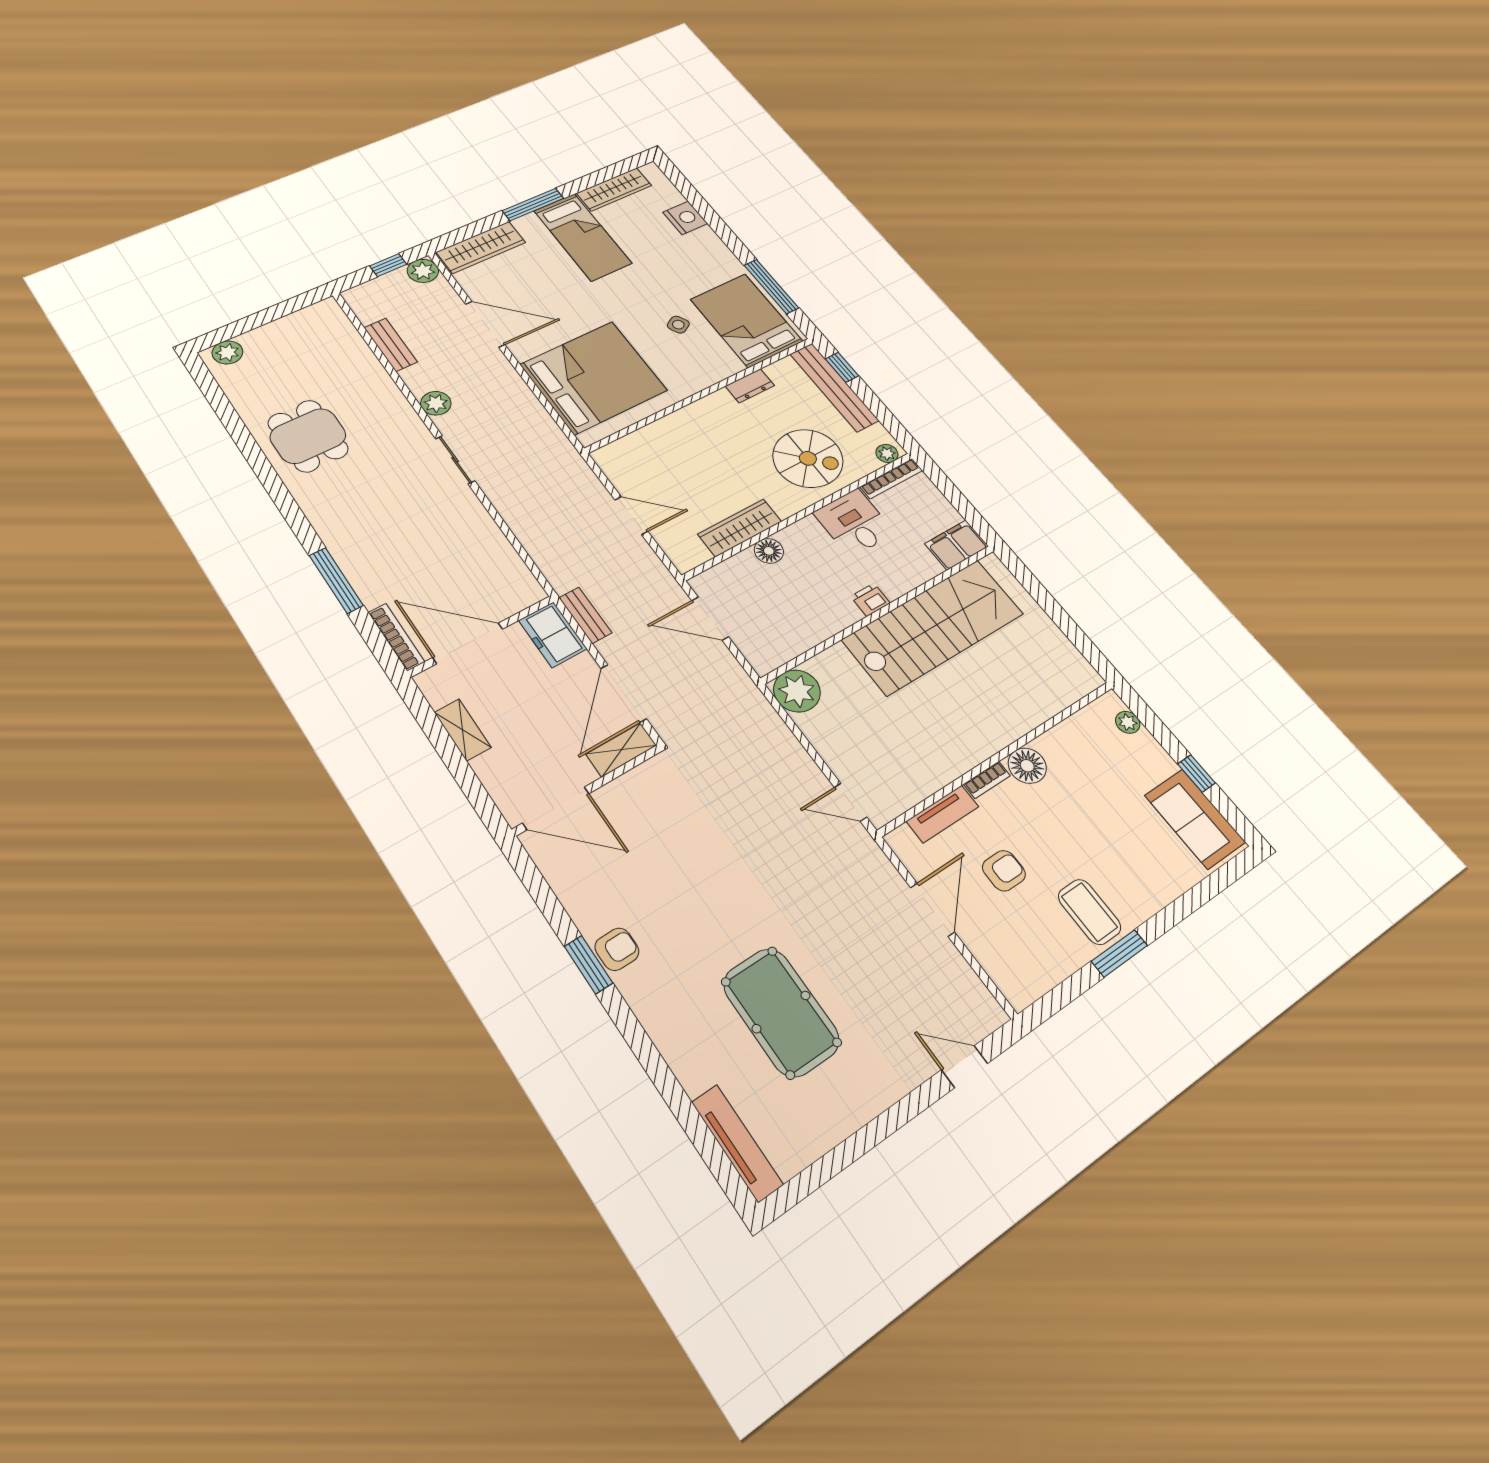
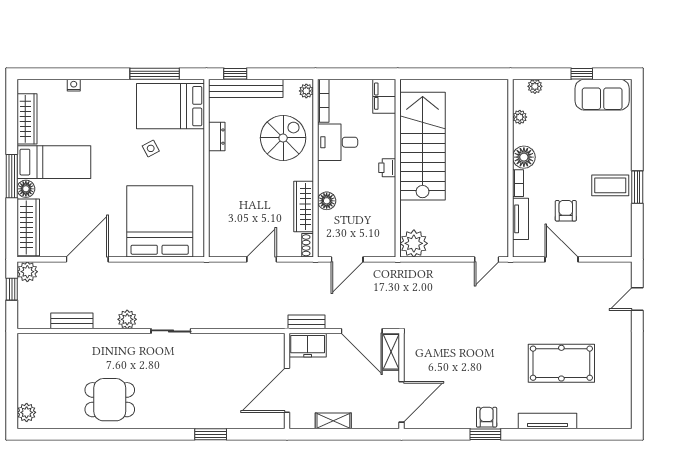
nightstand: (685, 218) -> (74, 85), width x0.53, depth x0.56
floor lamp: (528, 224) -> (26, 189), added
shoe rack: (692, 560) -> (308, 245), added
window: (336, 580) -> (211, 434), width x0.69
bookcase: (396, 637) -> (262, 423), removed
plant: (1073, 727) -> (520, 117), added
tv unit: (737, 1143) -> (547, 421), moved

